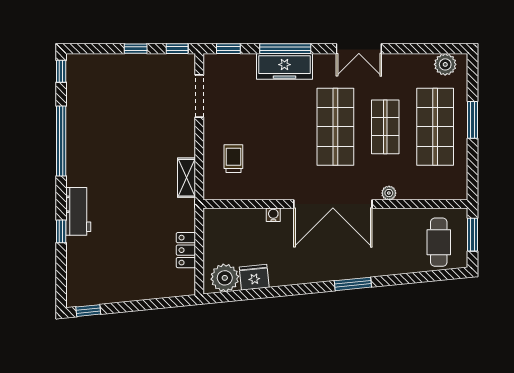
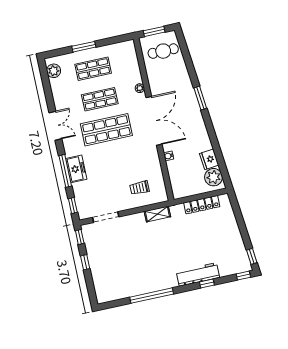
freezer: (284, 66) -> (76, 169), width x0.71
window: (61, 71) -> (243, 276), moved
shop shelf: (435, 127) -> (93, 69), width x0.70, depth x0.74
workbench: (78, 211) -> (198, 274), width x1.38
locker: (186, 250) -> (202, 205), width x1.53

